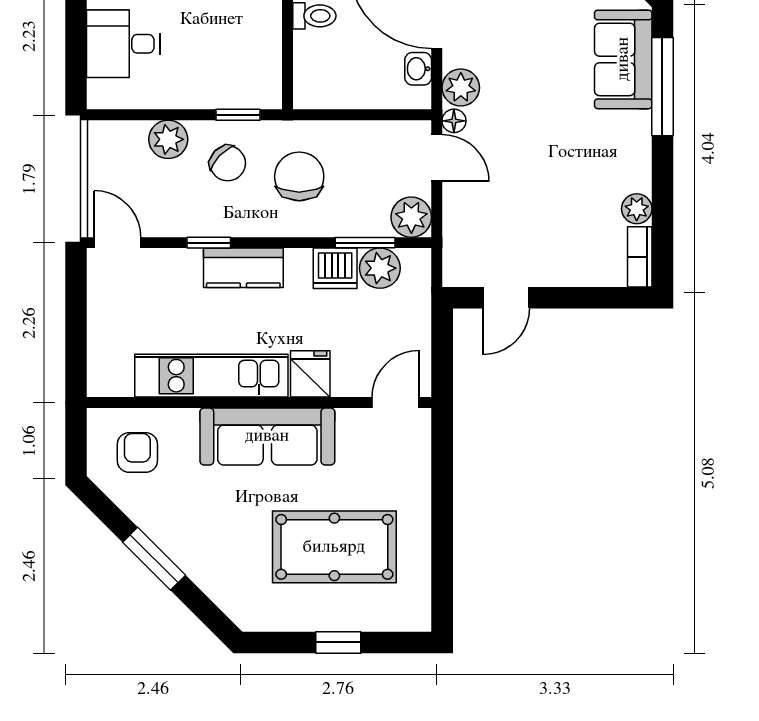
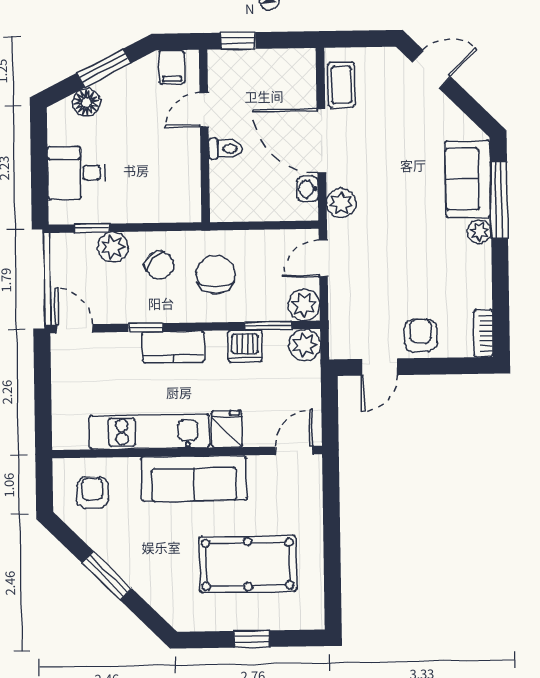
window: (238, 115) -> (92, 228), moved
floor lamp: (454, 121) -> (336, 229), removed
door: (437, 158) -> (323, 258), swing flipped
plant: (637, 209) -> (479, 231), moved
armchair: (560, 258) -> (421, 335), added
plant: (380, 268) -> (305, 345), moved

